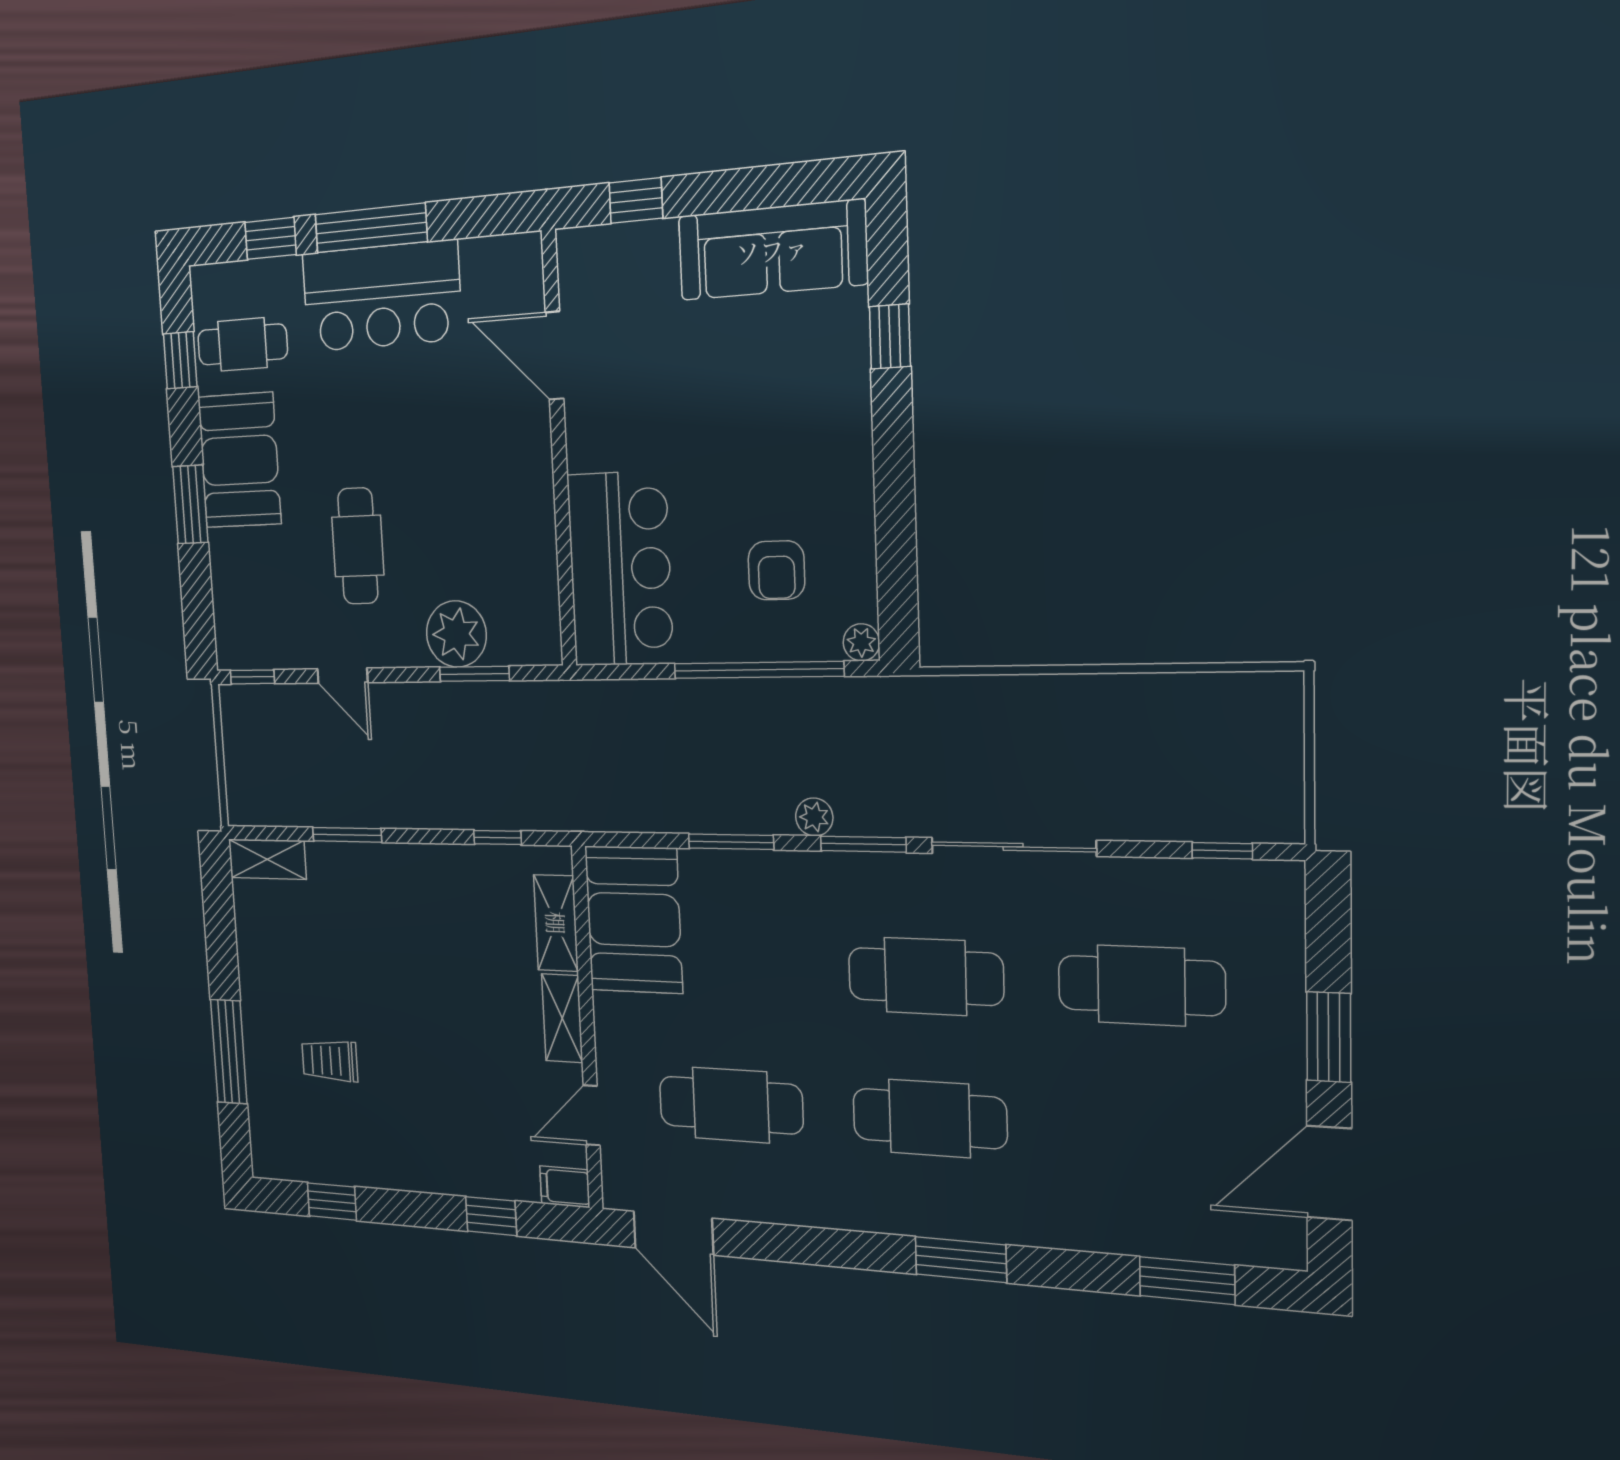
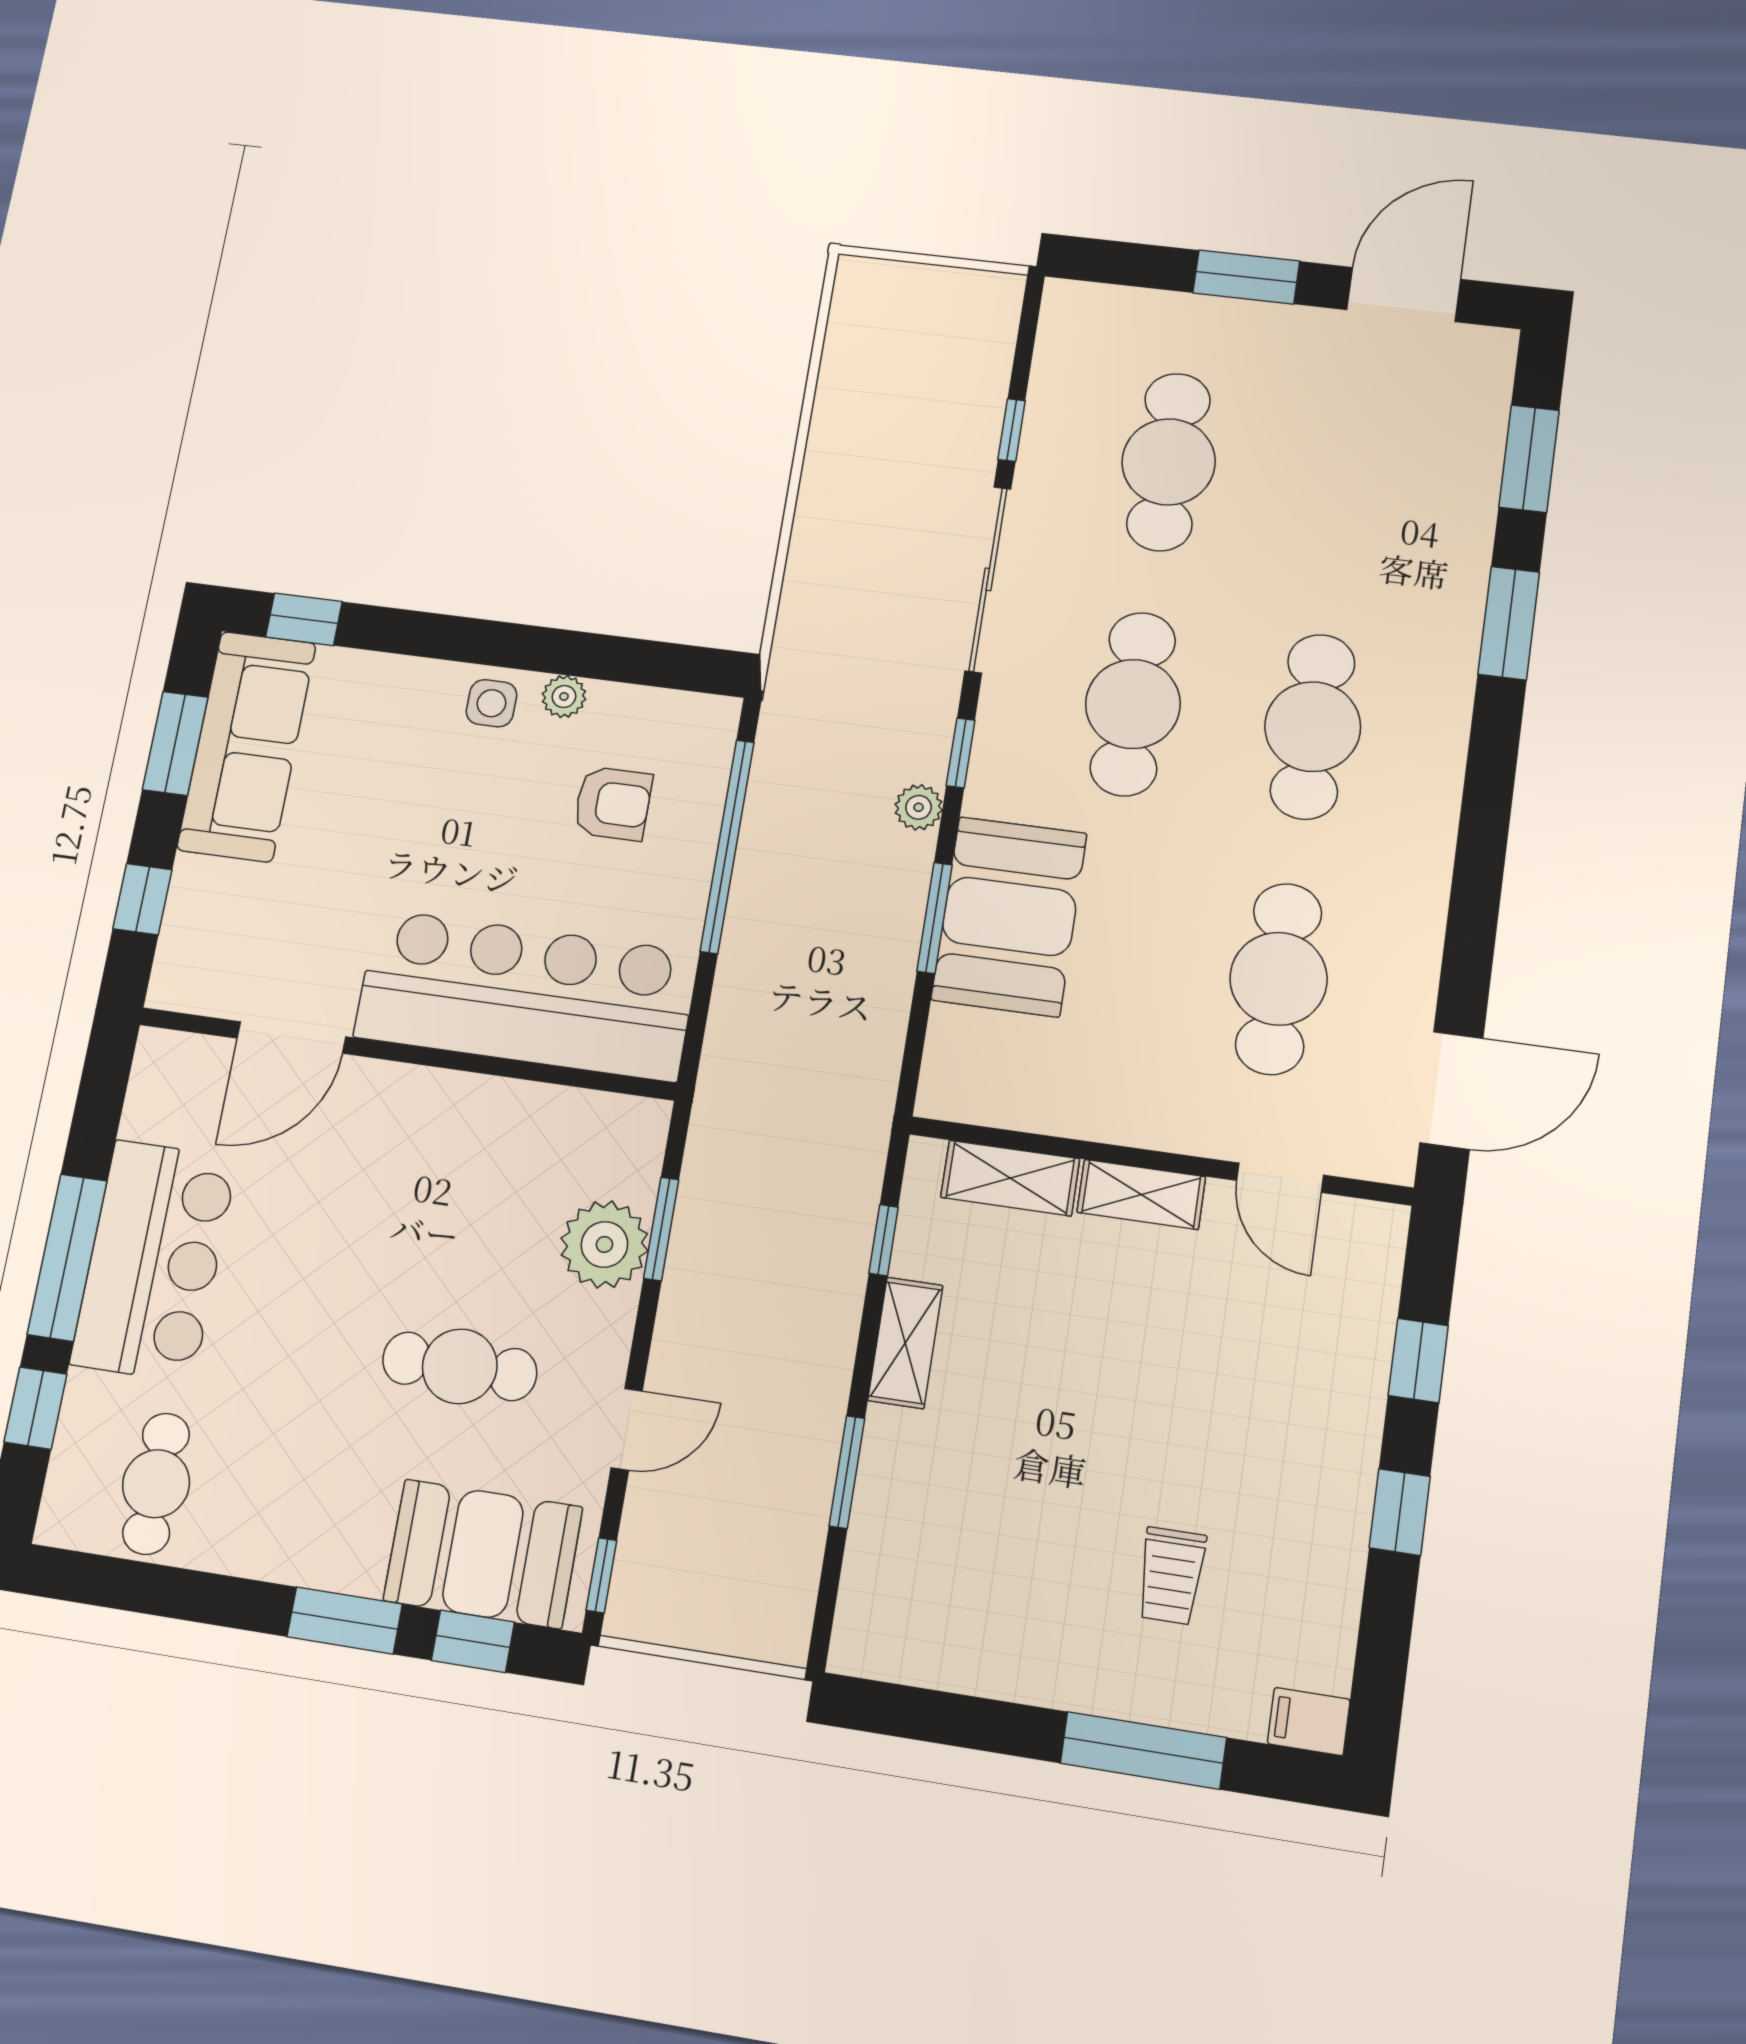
window: (764, 187) -> (175, 743), added
window: (890, 337) -> (304, 619), moved
window: (180, 360) -> (473, 1641), moved
side table: (842, 450) -> (491, 703), added
booth: (239, 460) -> (483, 1554), moved
bar counter: (620, 569) -> (526, 995), width x1.36
plant: (861, 642) -> (564, 697), moved
window: (863, 844) -> (961, 753), width x0.67
window: (1222, 851) -> (1012, 430), moved
shelving: (267, 859) -> (905, 1343), moved
booth: (634, 920) -> (1009, 916), moved, turned 90
door: (1329, 1173) -> (1404, 294), swing flipped
filing cabinet: (565, 1187) -> (1309, 1721), moved, turned 90
window: (332, 1201) -> (1400, 1512), moved
window: (961, 1260) -> (1509, 623), moved

